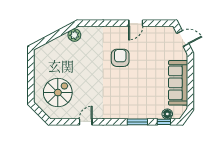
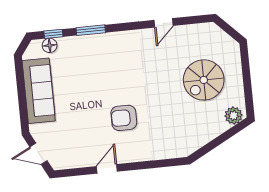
plant: (74, 35) -> (233, 116), moved
armchair: (120, 58) -> (124, 118), turned 90
spiral stairs: (58, 93) -> (204, 80), moved

